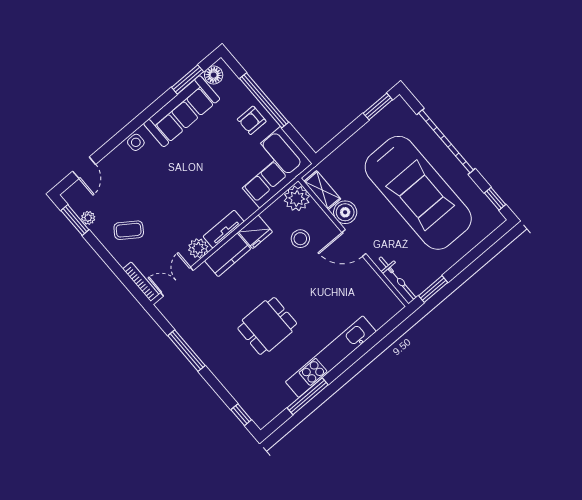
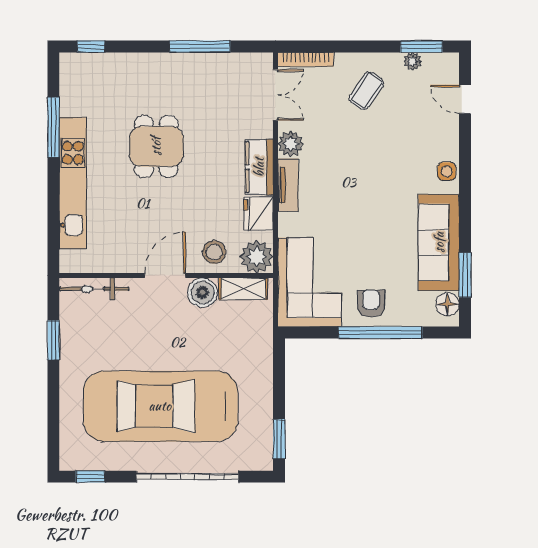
shelving: (322, 190) -> (243, 289), moved
plant: (297, 198) -> (257, 257), moved
boiler: (345, 212) -> (203, 293), moved
wall: (353, 242) -> (166, 275), moved
door: (354, 243) -> (165, 275), moved
bicycle: (398, 278) -> (94, 289), moved

